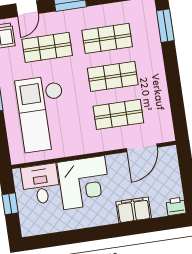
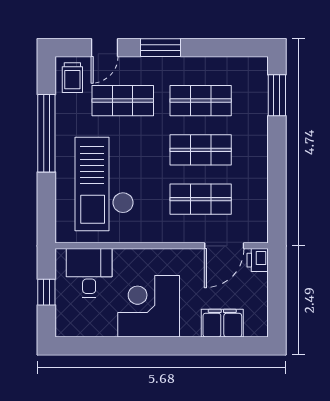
corner desk: (84, 183) -> (149, 306), moved, turned 180
printer: (176, 206) -> (258, 260), moved, turned -90
filing cabinet: (134, 210) -> (222, 323), moved

